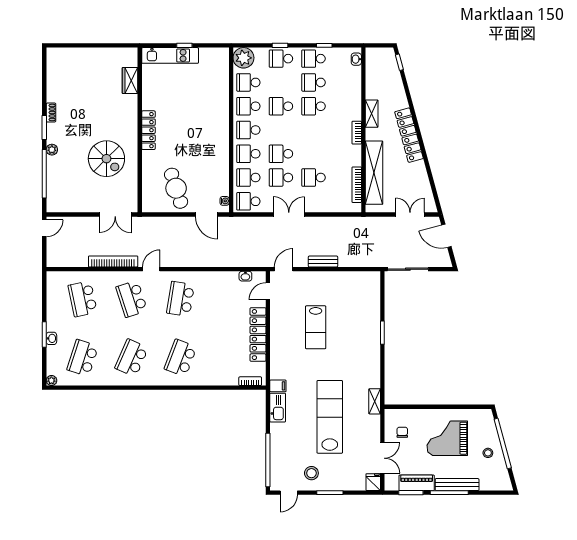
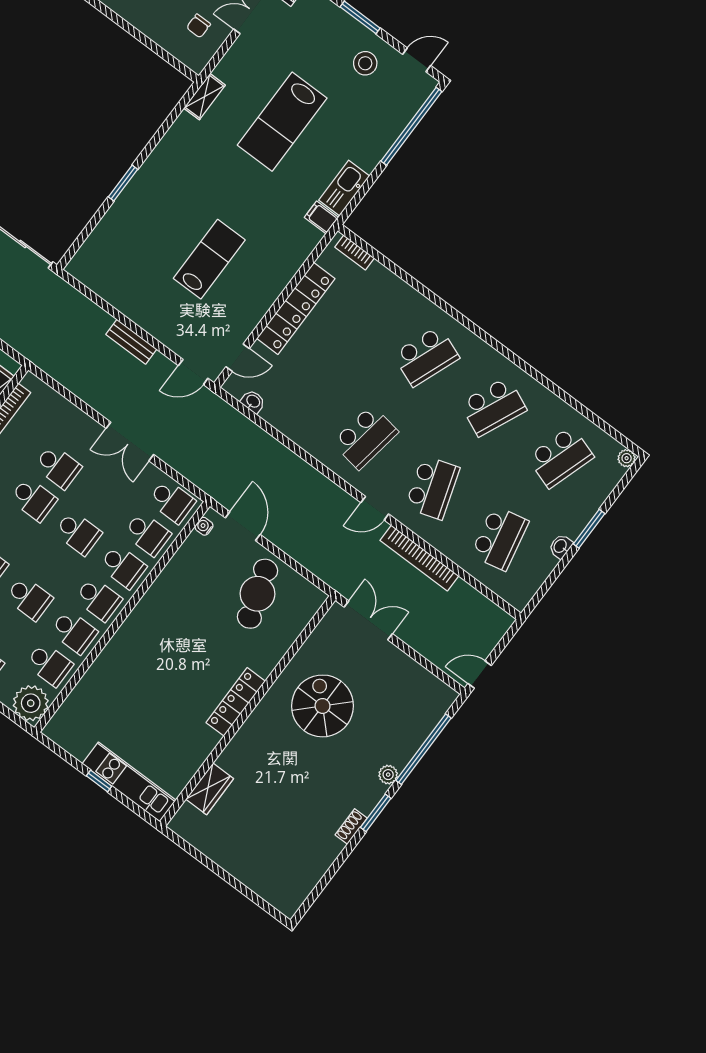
school desk: (281, 178) -> (33, 499), moved
washbasin: (51, 338) -> (561, 546), moved
lab bench: (330, 417) -> (282, 122), width x0.73

